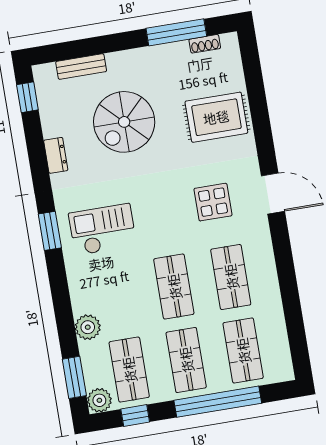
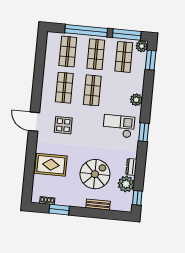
window: (176, 32) -> (59, 210), width x0.69
bench: (81, 67) -> (98, 205), moved
plant: (57, 119) -> (126, 184), added
checkout: (103, 230) -> (119, 126), turned 180
plant: (88, 327) -> (136, 100), moved
window: (135, 415) -> (127, 35), width x2.17

